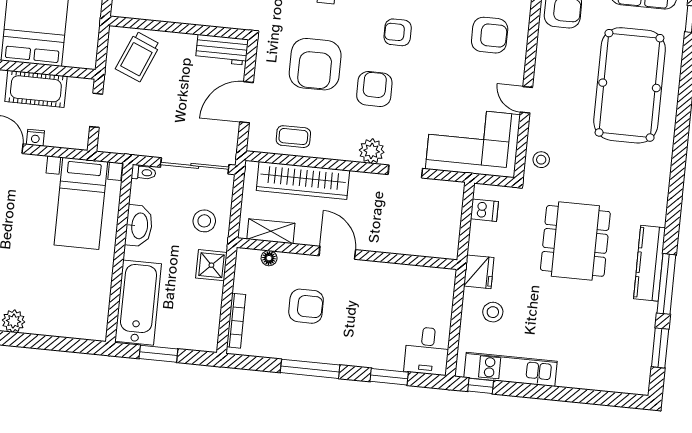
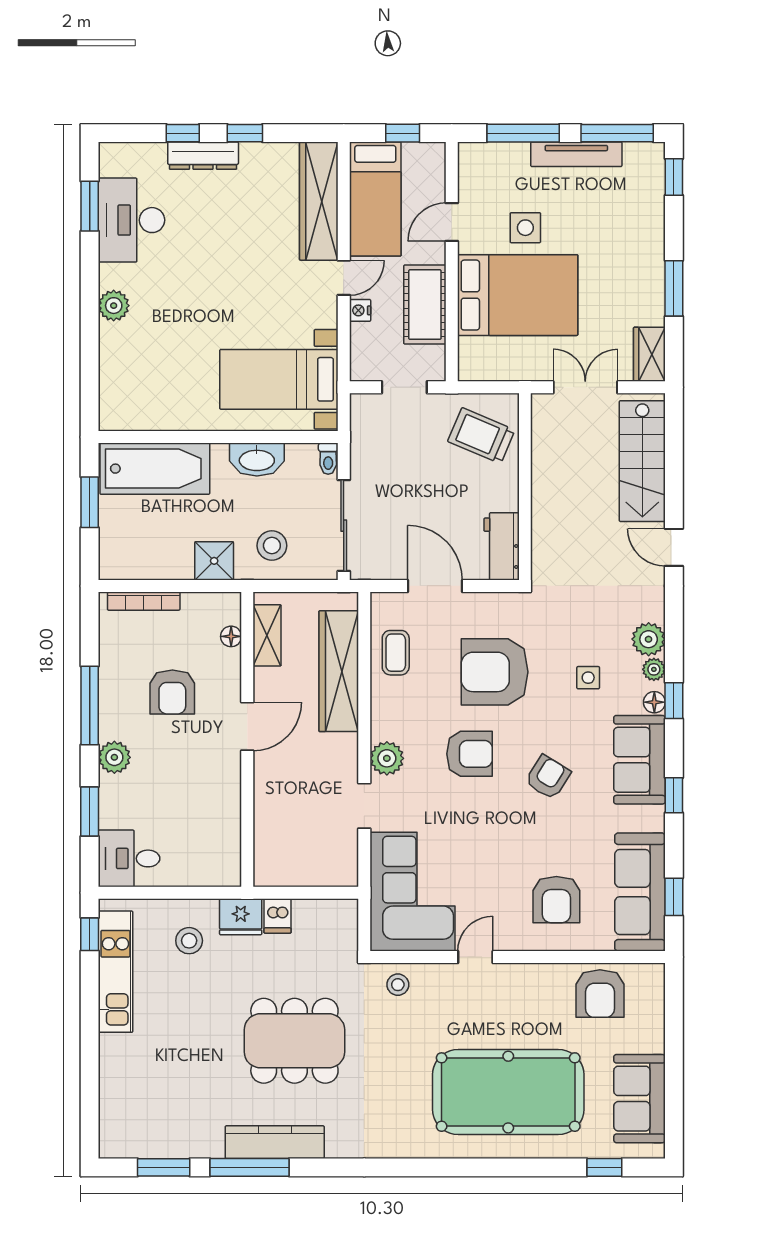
armchair: (398, 32) -> (548, 777), turned 32
dishwasher: (484, 210) -> (278, 916), moved
plant: (350, 354) -> (114, 757), added

